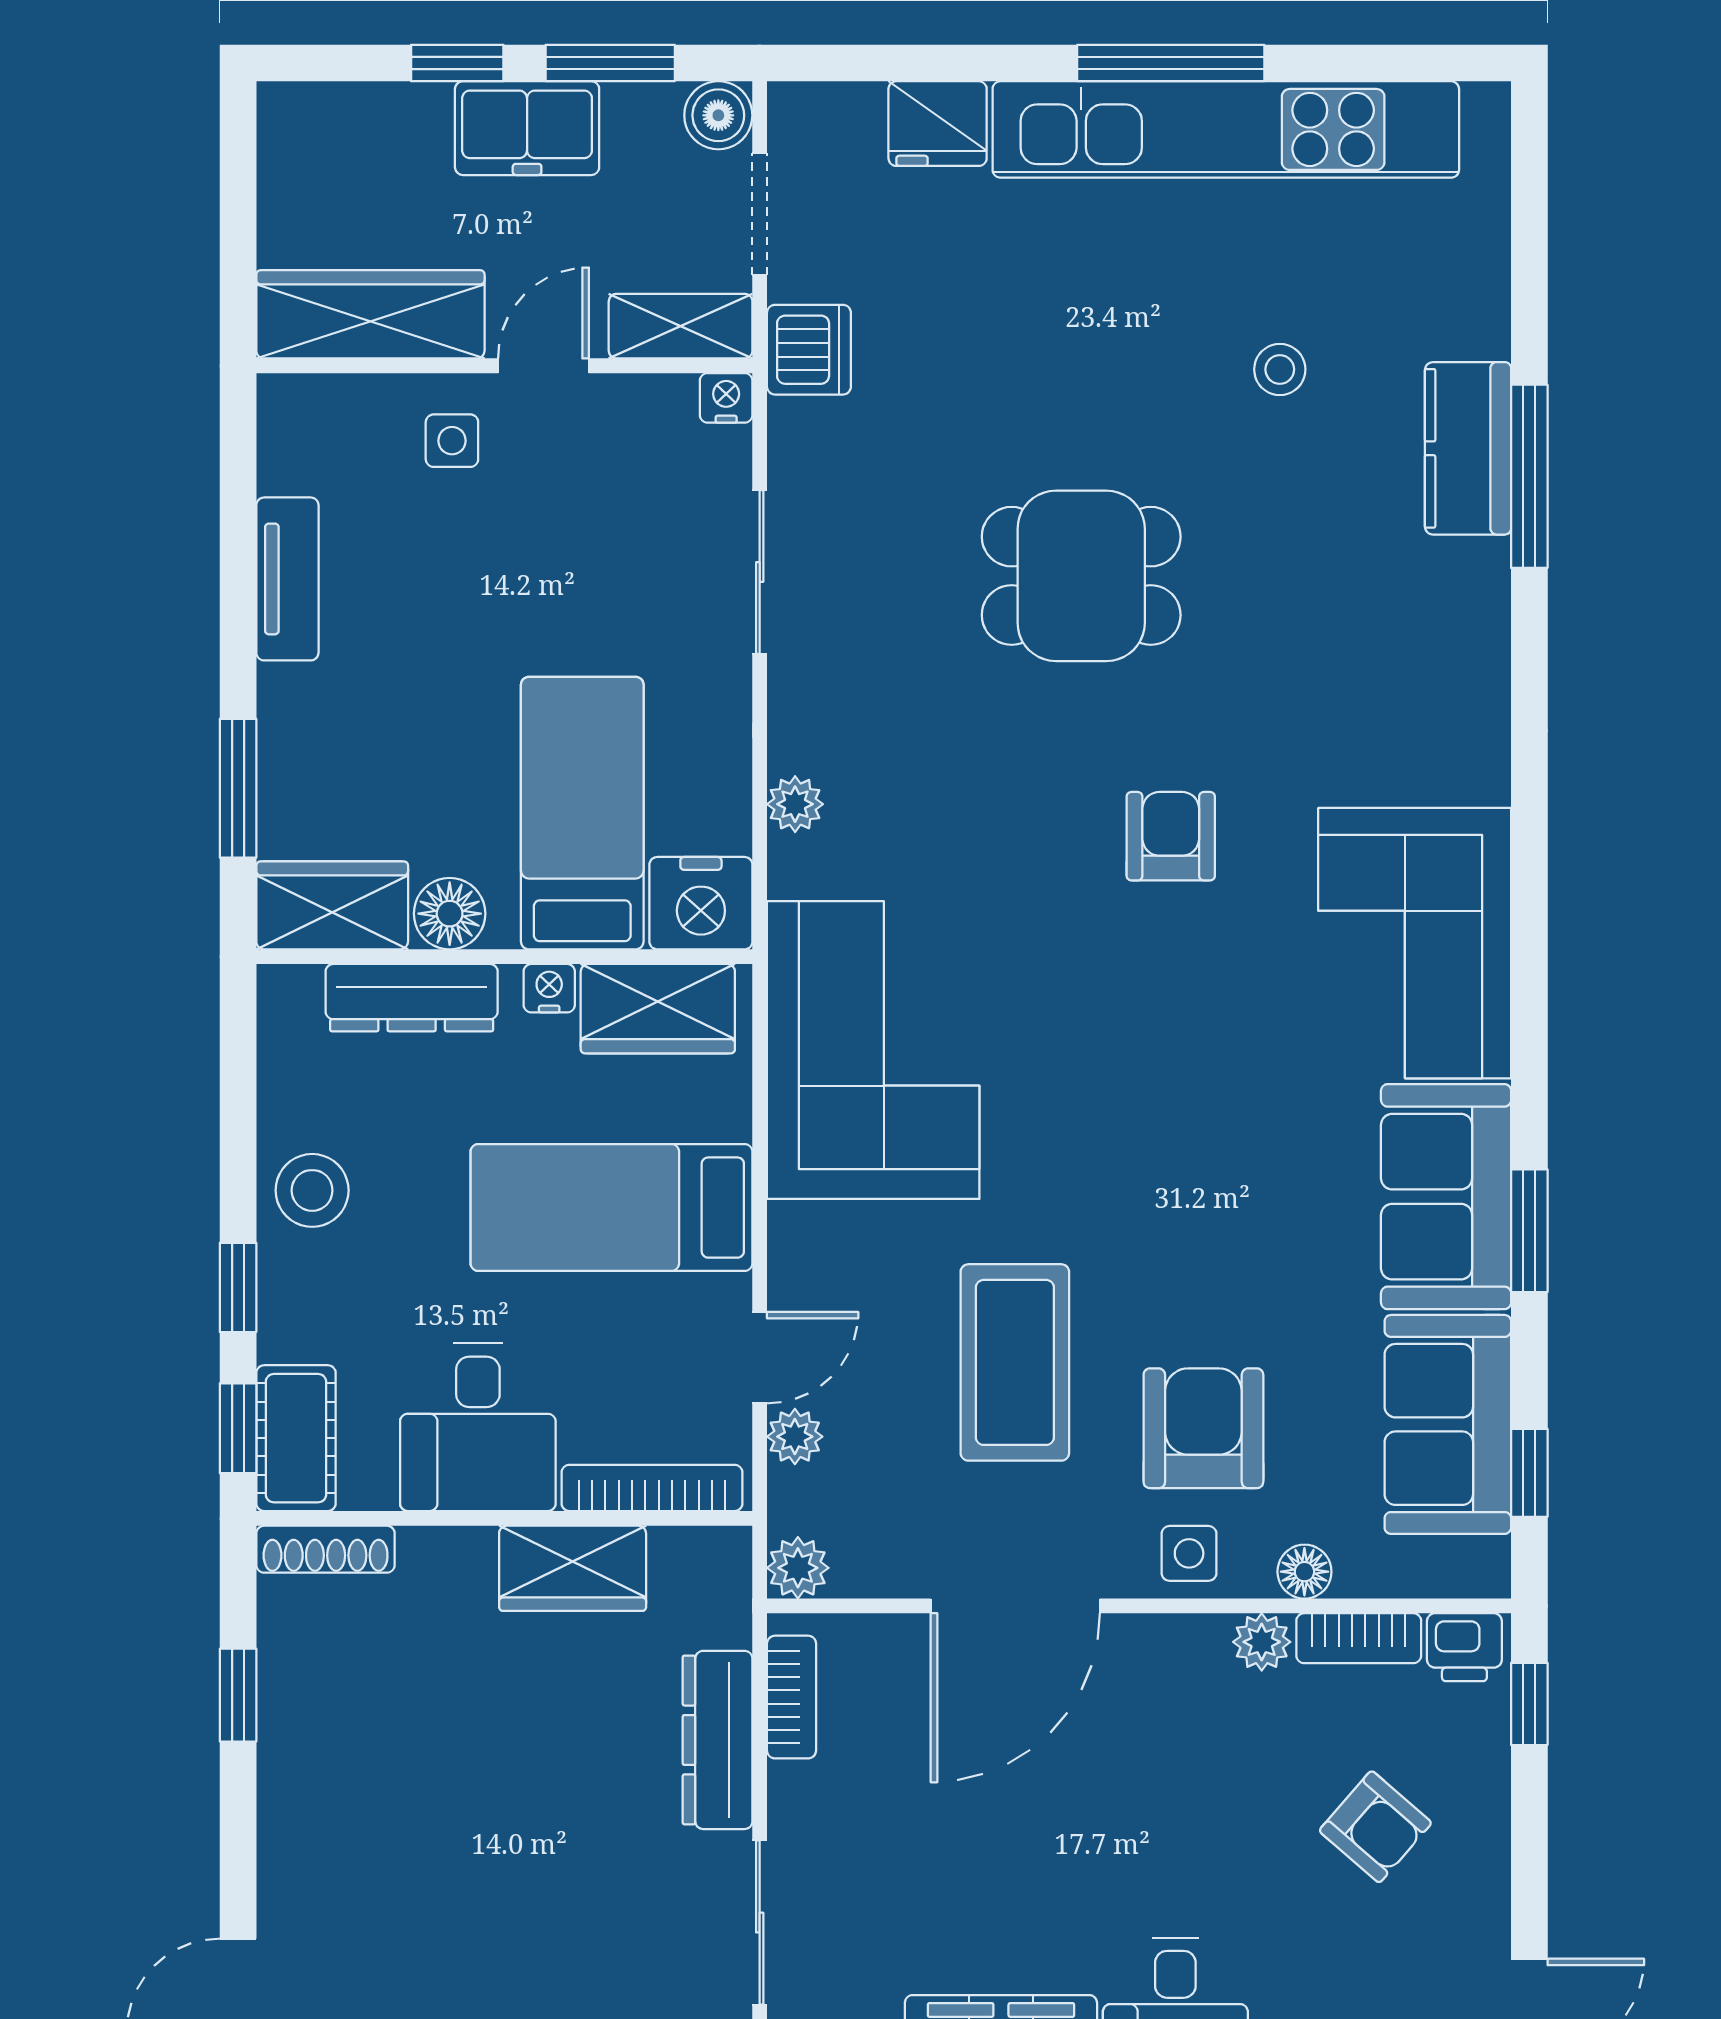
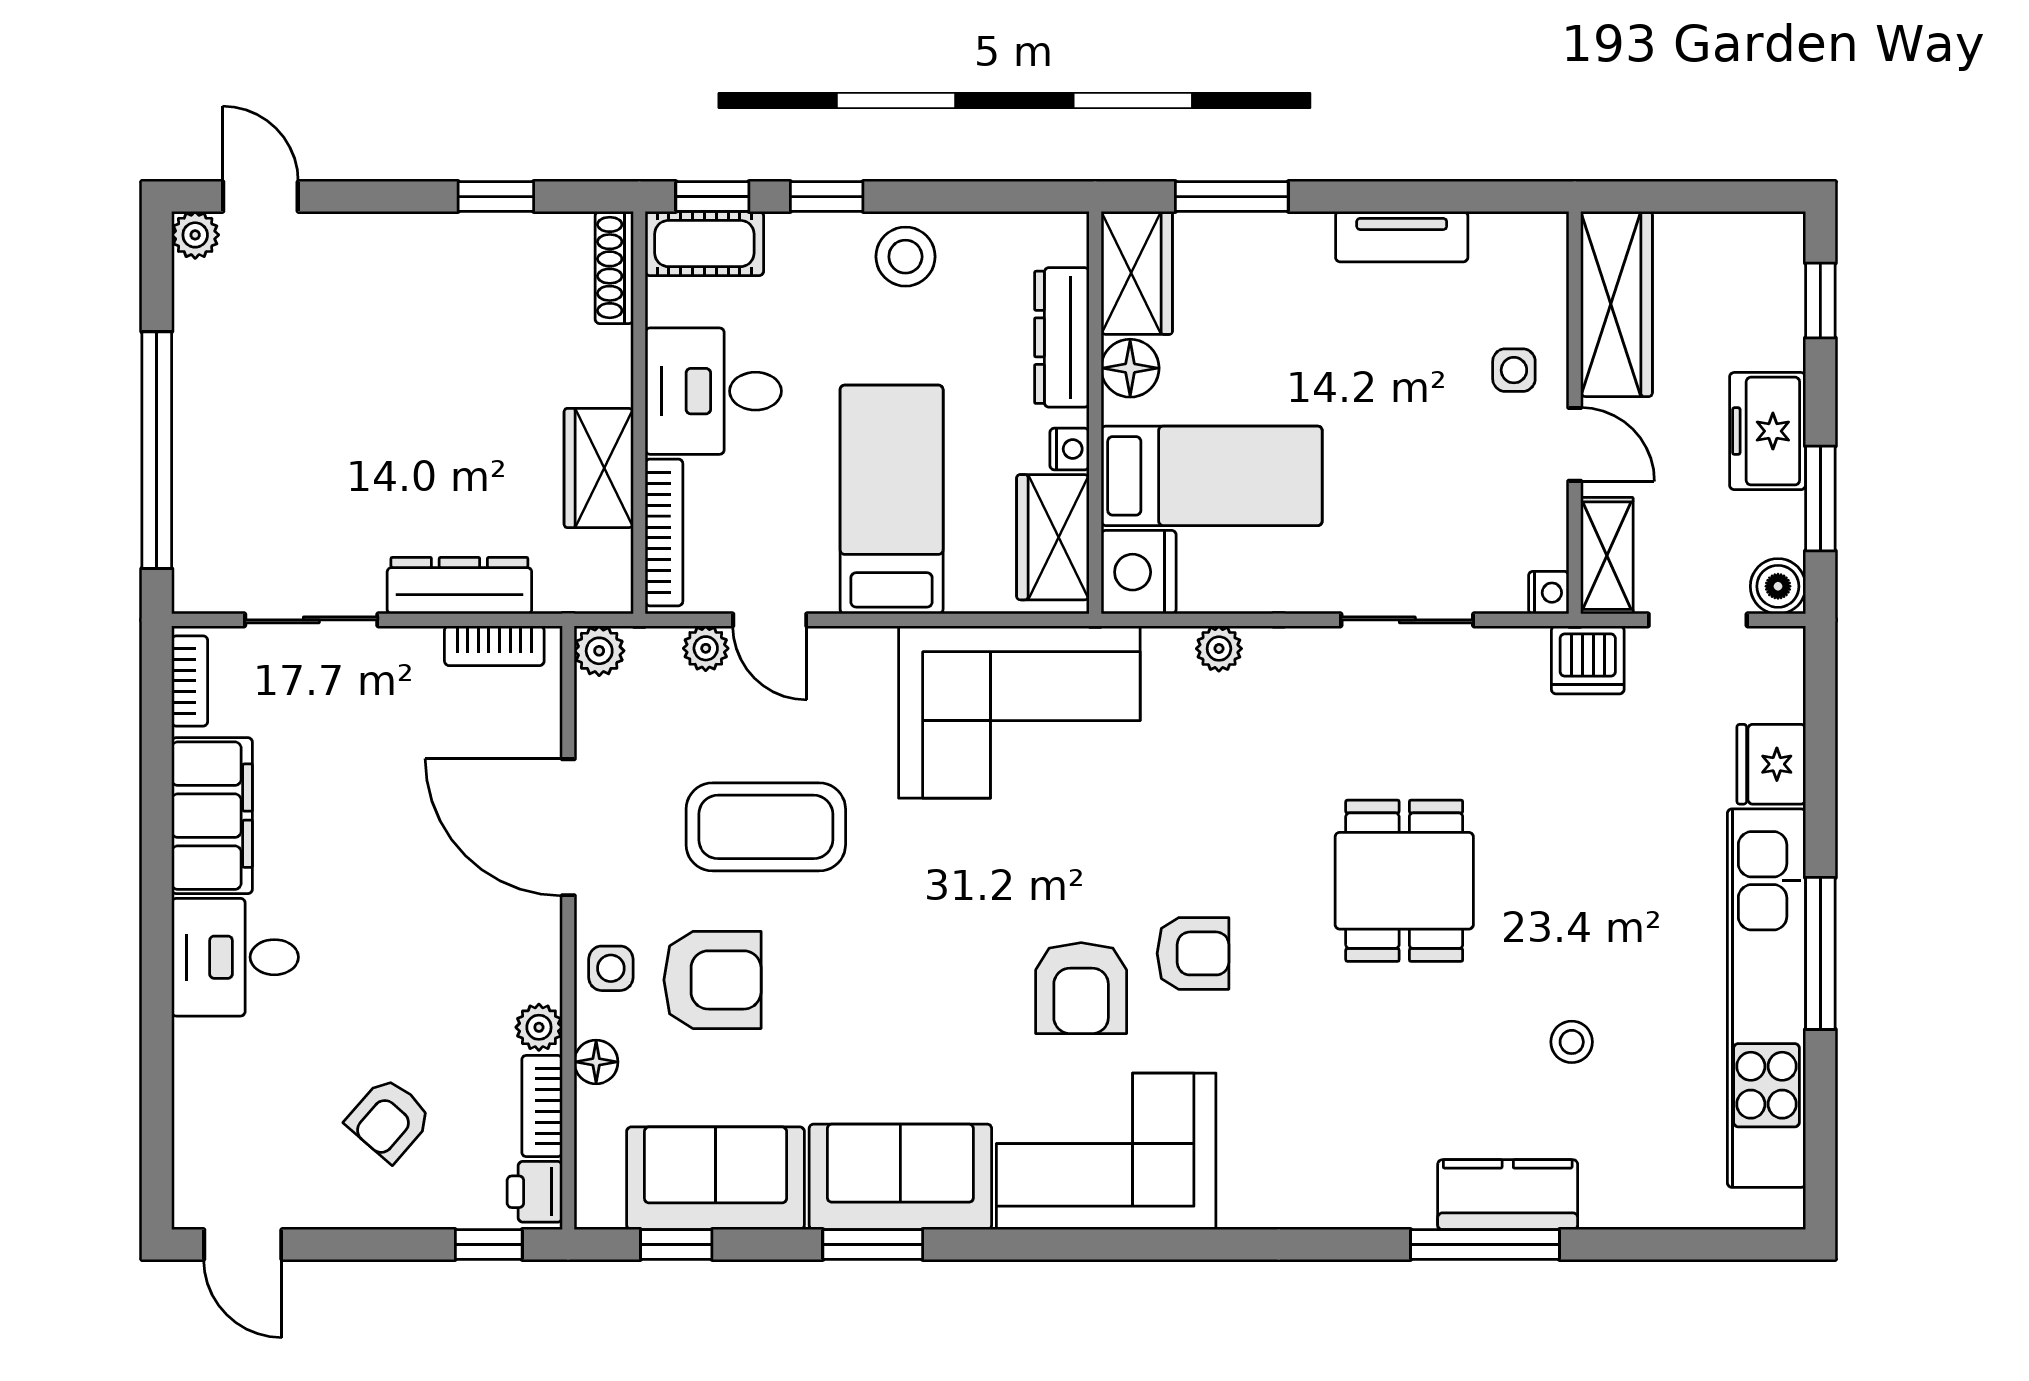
window: (457, 63) -> (1820, 300), moved
armchair: (1213, 974) -> (1081, 988), added

